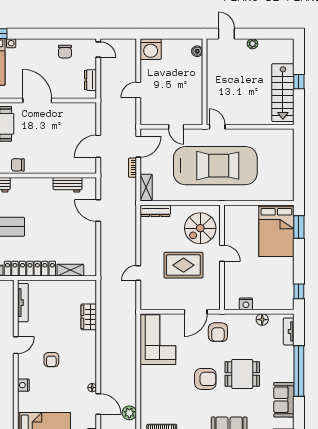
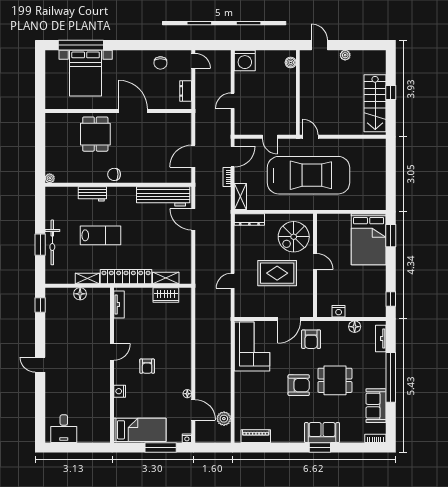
workbench: (68, 185) -> (163, 196), width x1.88, depth x1.32
tv unit: (23, 303) -> (119, 304), width x0.71
wardrobe: (89, 317) -> (166, 295), moved, turned -90

